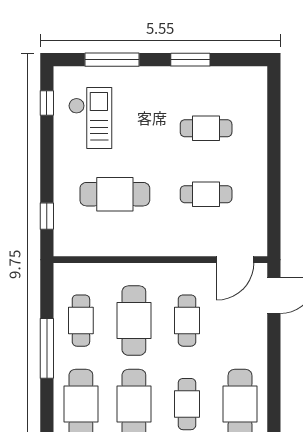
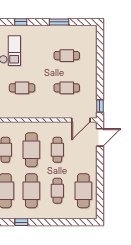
window: (112, 60) -> (21, 22), width x0.46
cafe table: (115, 194) -> (22, 88), width x0.73, depth x0.74
window: (274, 231) -> (100, 106), added

